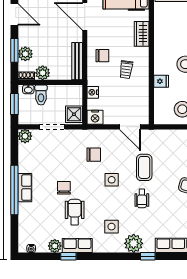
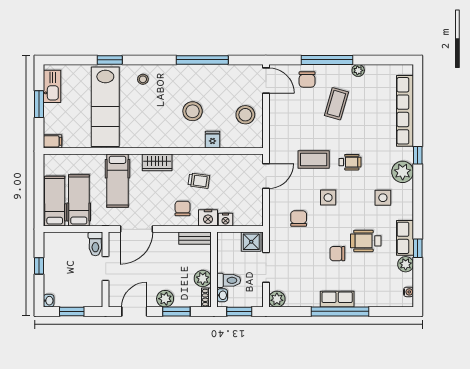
plant: (25, 54) -> (165, 299), moved
bench: (77, 61) -> (195, 238), width x0.73
nightstand: (95, 117) -> (208, 218), moved, turned 90

